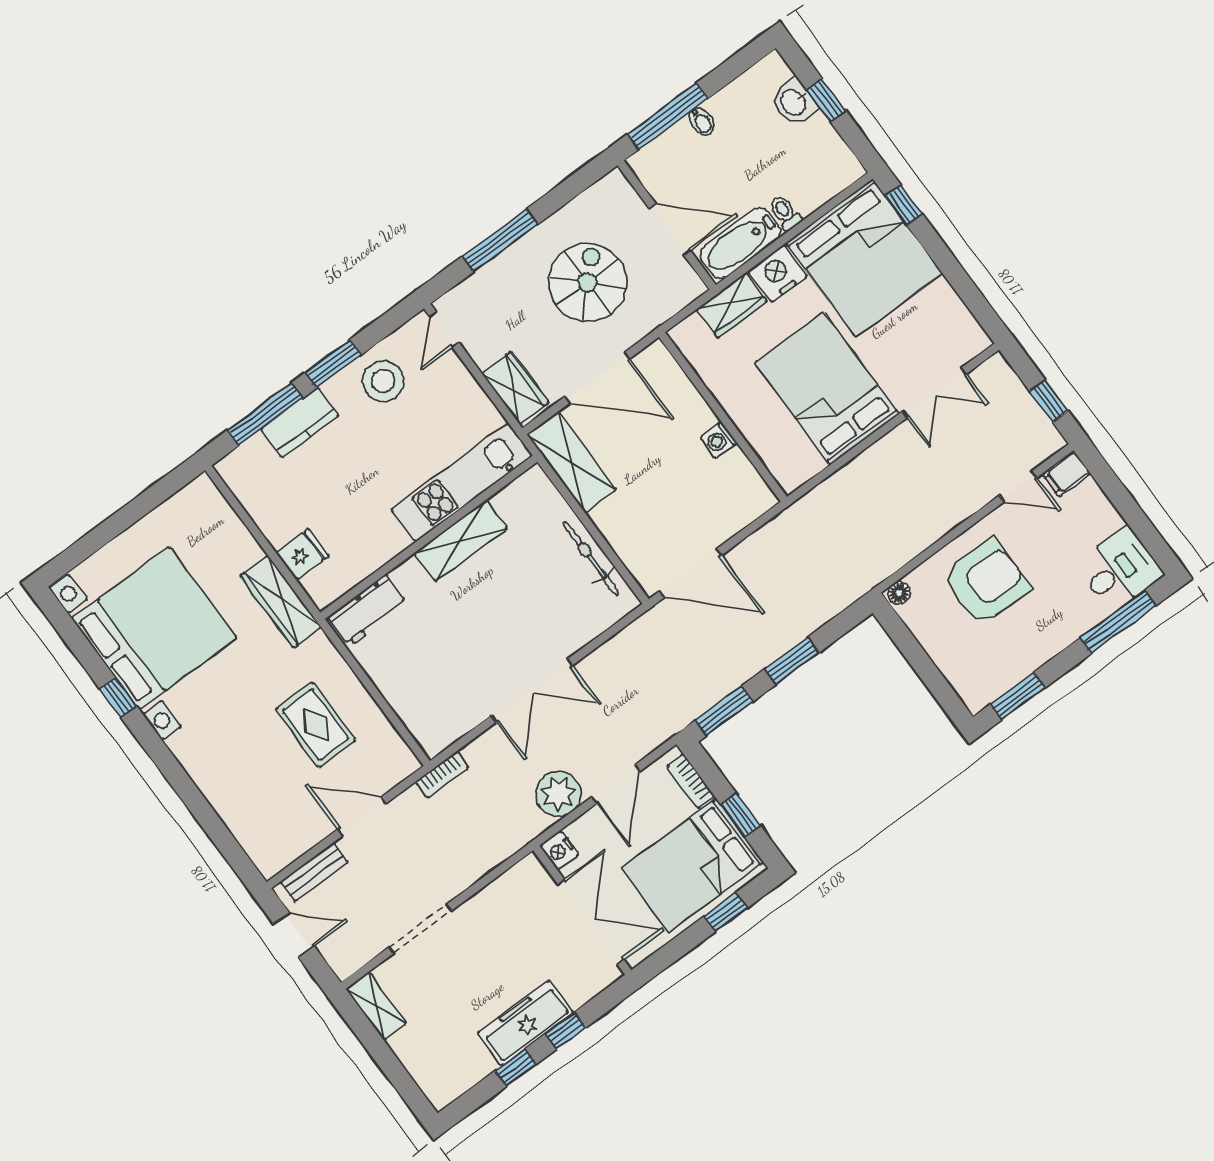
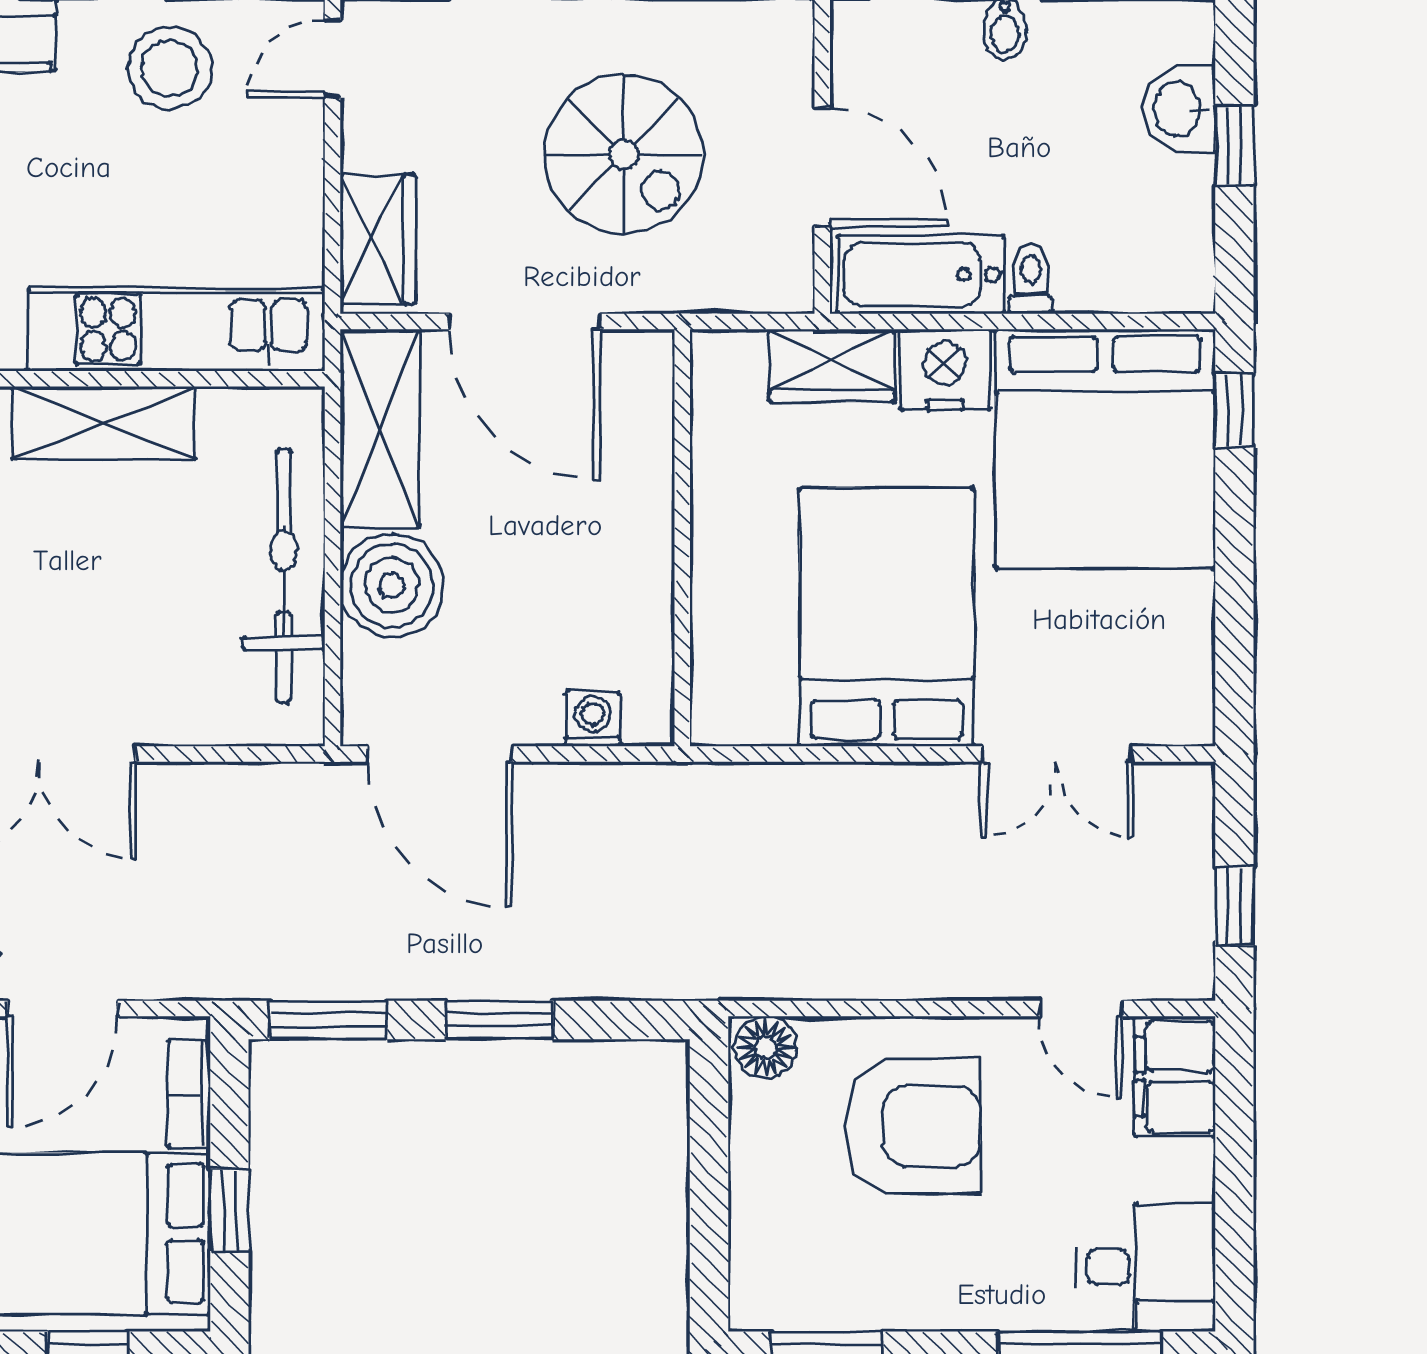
spiral stairs: (588, 282) -> (624, 154), turned 90
washing machine: (719, 440) -> (593, 719), moved, turned 90
filing cabinet: (1066, 474) -> (1175, 1077), width x2.00
boiler: (622, 521) -> (392, 585), added
bicycle: (591, 558) -> (284, 576), width x1.37, depth x1.40
floor lamp: (899, 593) -> (766, 1047), width x1.37, depth x1.37

